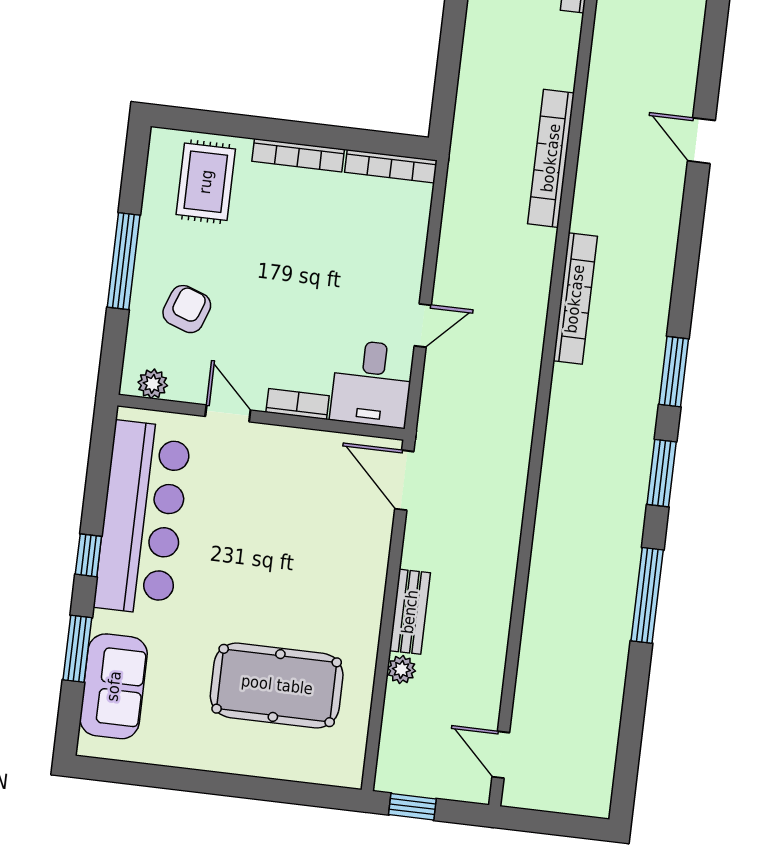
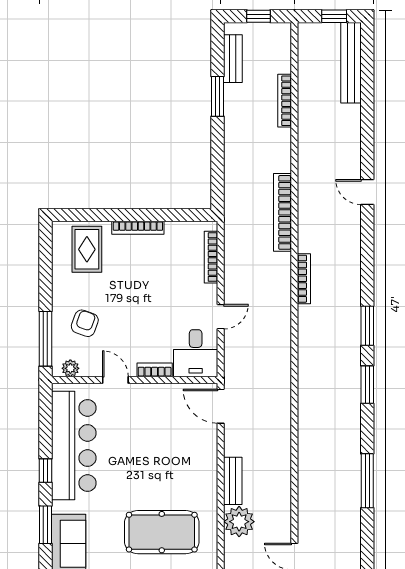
bookcase: (391, 166) -> (211, 257), moved, turned 90
window: (124, 261) -> (45, 339), moved
bookcase: (575, 299) -> (304, 279), width x0.68, depth x0.76
window: (647, 595) -> (367, 481), moved
plant: (401, 669) -> (239, 522), width x1.87, depth x1.87

